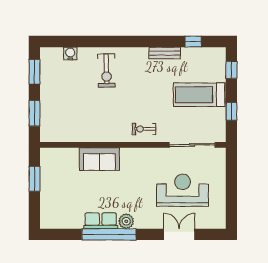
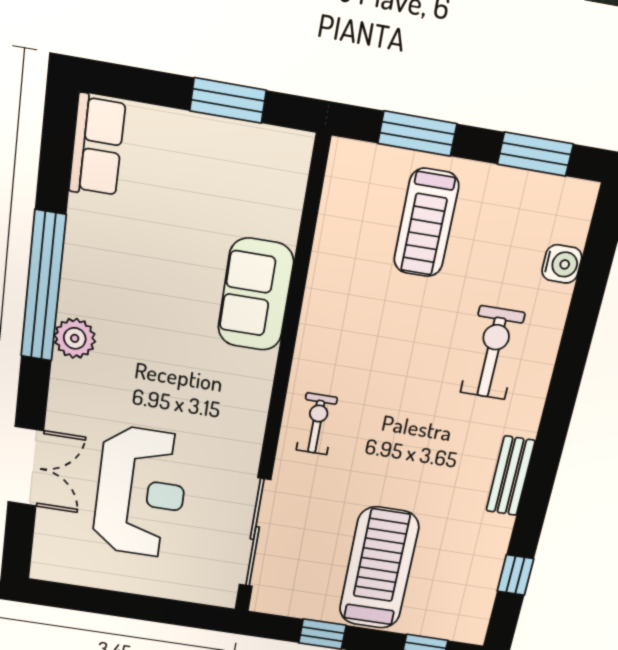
bench: (165, 53) -> (510, 476), moved
exercise bike: (106, 71) -> (492, 353), turned 91
treadmill: (64, 104) -> (426, 223), added
row of seats: (101, 221) -> (97, 146), moved

